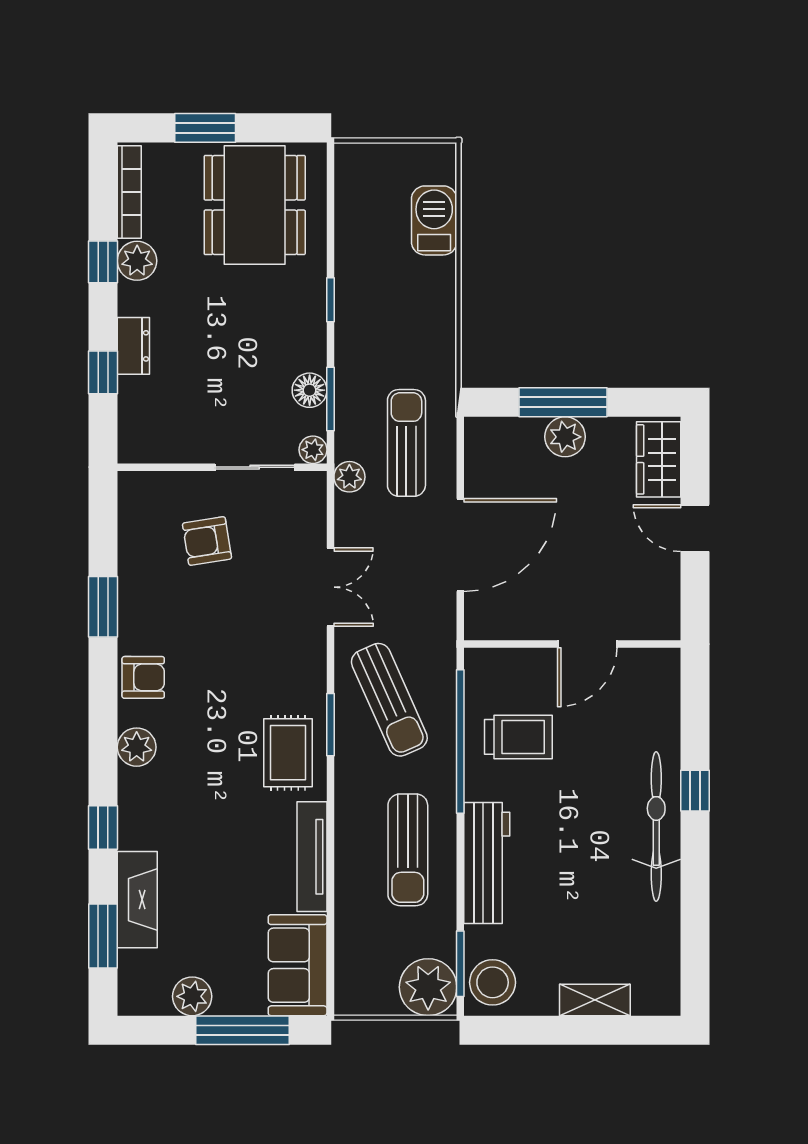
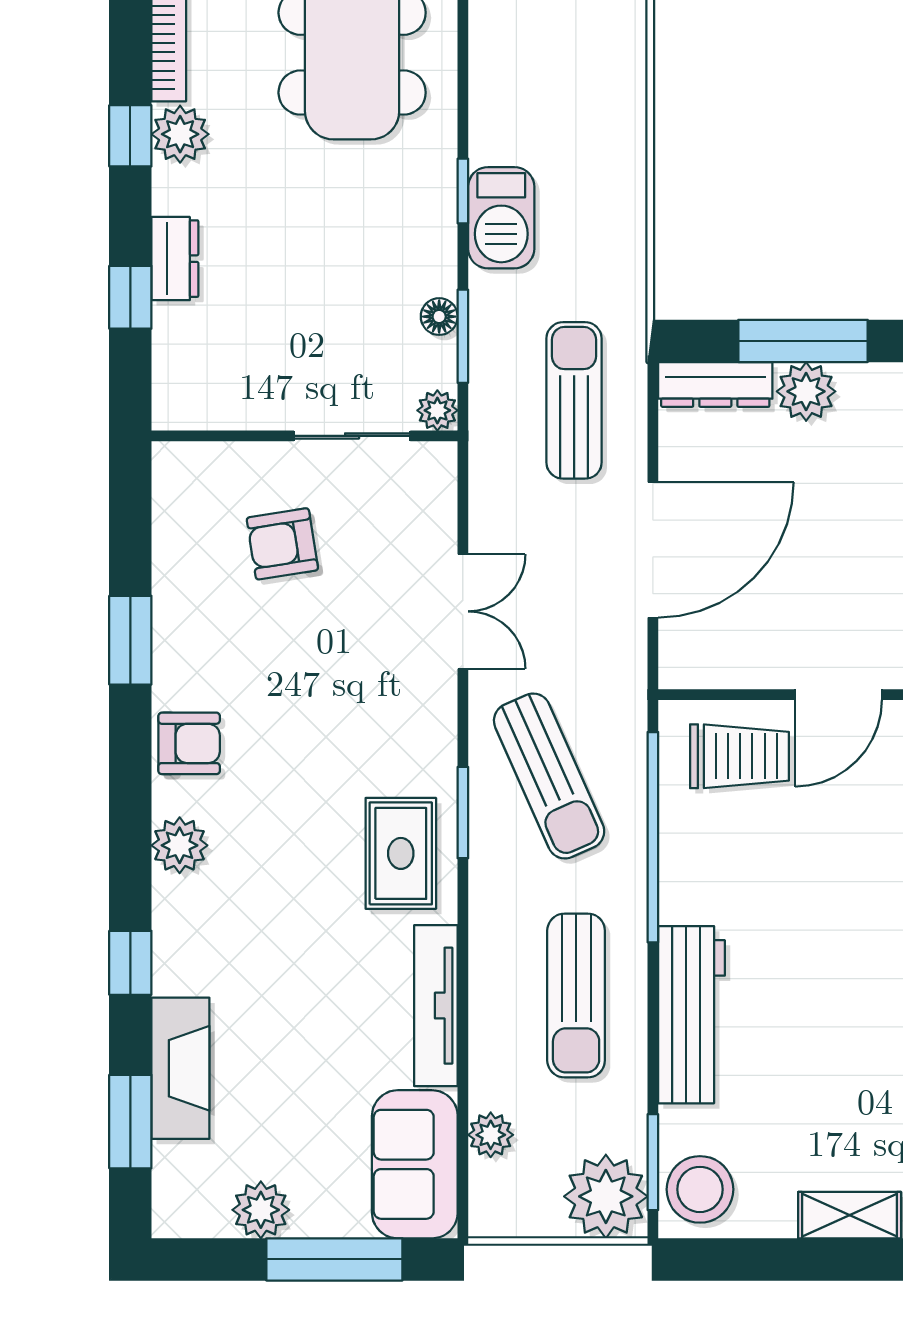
barbecue: (434, 220) -> (501, 218), moved, turned 180
floor lamp: (310, 390) -> (439, 317), width x0.73, depth x0.73
dresser: (503, 432) -> (715, 384), added
plant: (349, 477) -> (491, 1135), moved
trolley: (518, 737) -> (739, 756), moved

